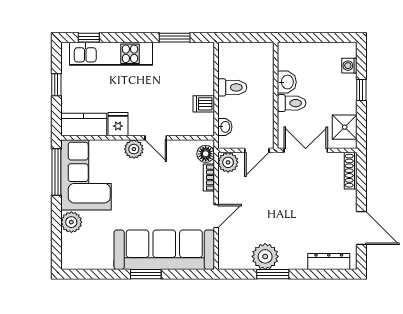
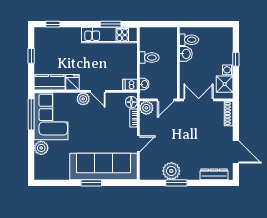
kitchen unit: (111, 54) -> (109, 35), moved
washing machine: (349, 66) -> (228, 70), moved
toilet: (292, 103) -> (189, 40), moved
dishwasher: (204, 104) -> (130, 85), moved

